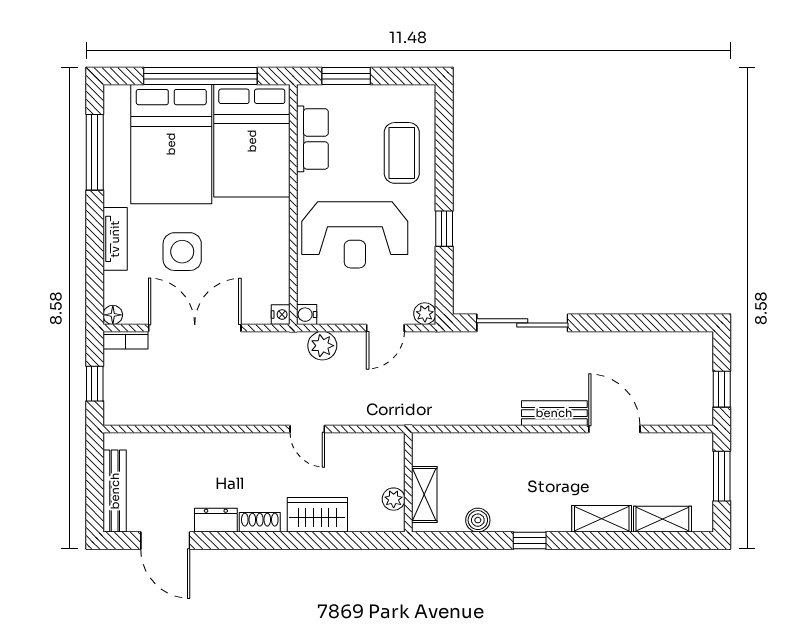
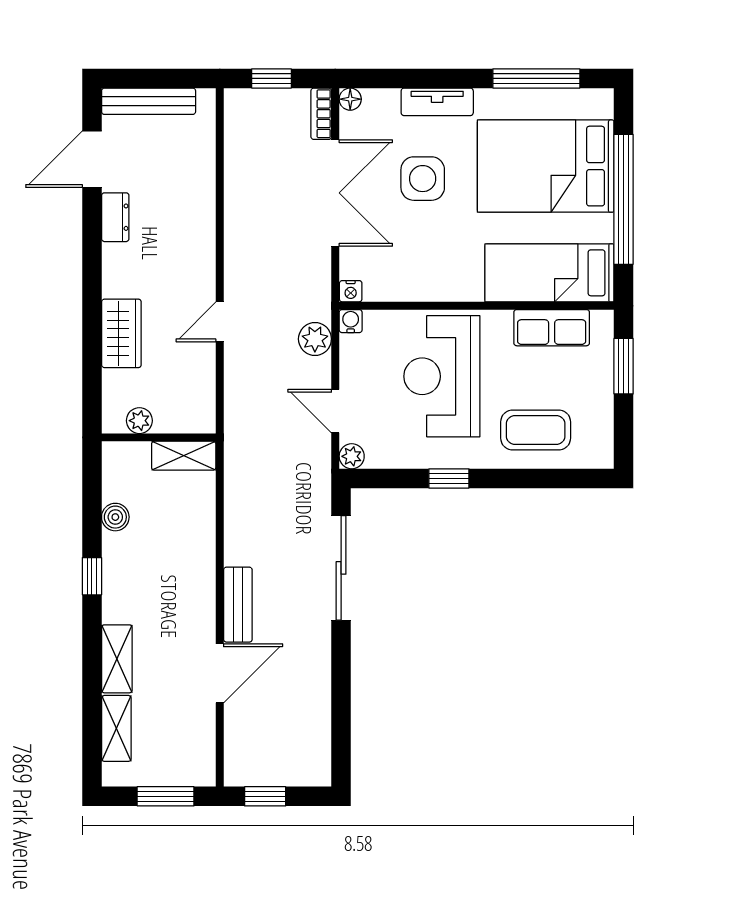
bed: (252, 141) -> (549, 273), width x0.67
shelving: (424, 494) -> (184, 456), moved
shoe rack: (260, 522) -> (113, 267), removed

